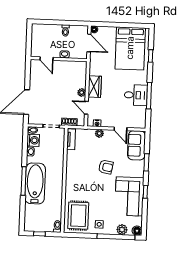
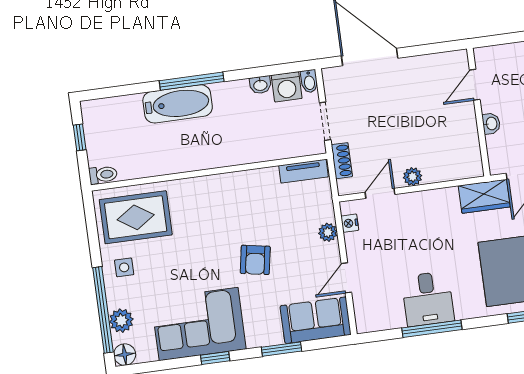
wardrobe: (95, 87) -> (484, 196), moved
bathtub: (35, 183) -> (178, 104), width x0.73, depth x0.73

